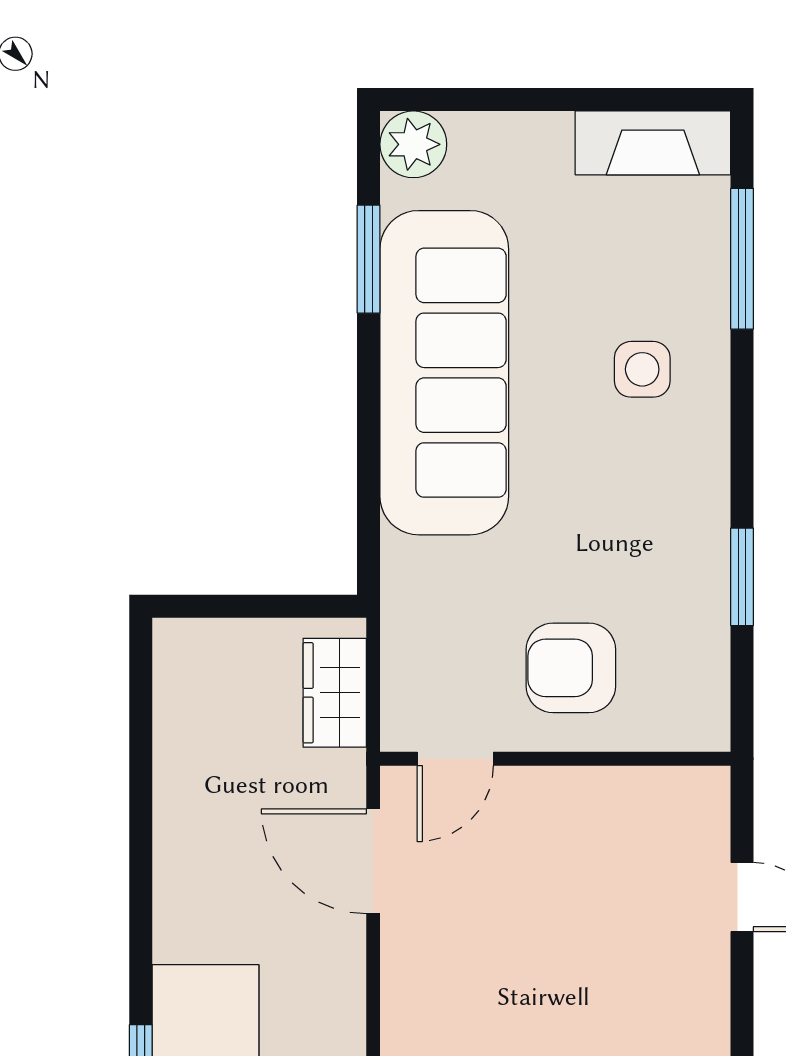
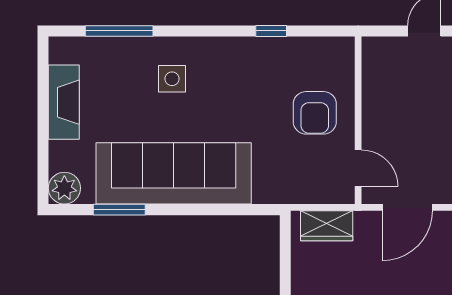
fireplace: (653, 143) -> (64, 102), moved
window: (742, 577) -> (271, 31), width x0.67

